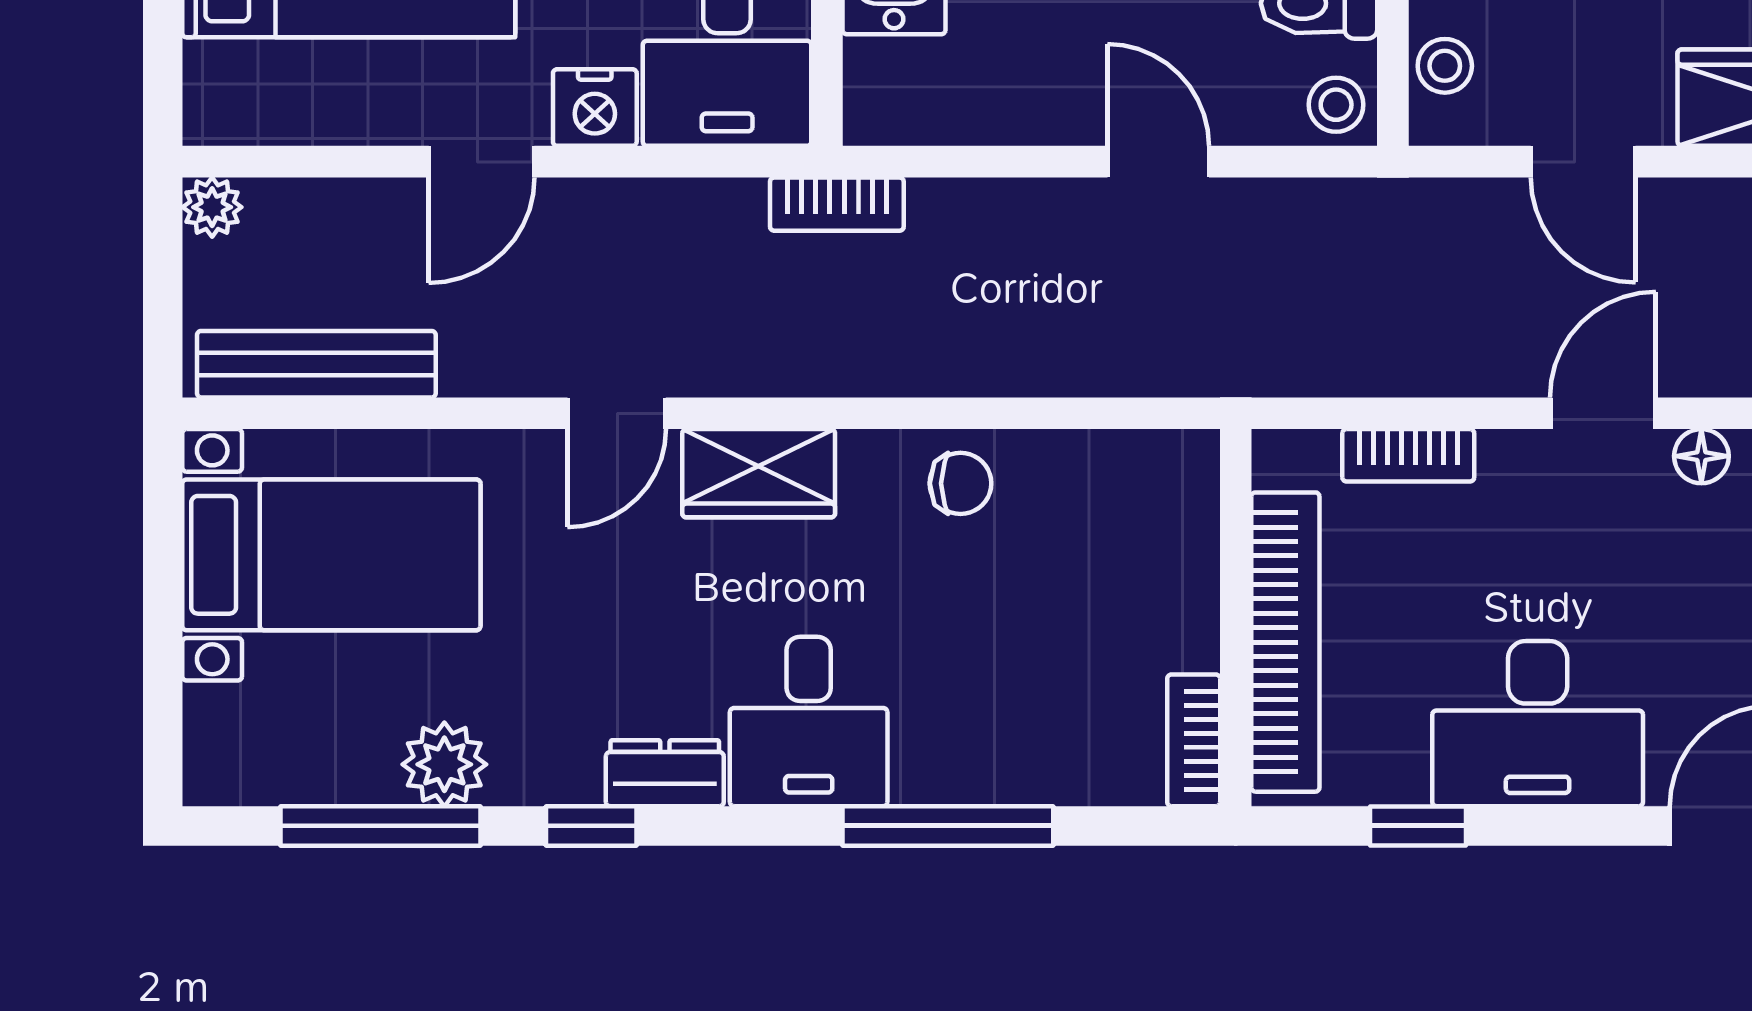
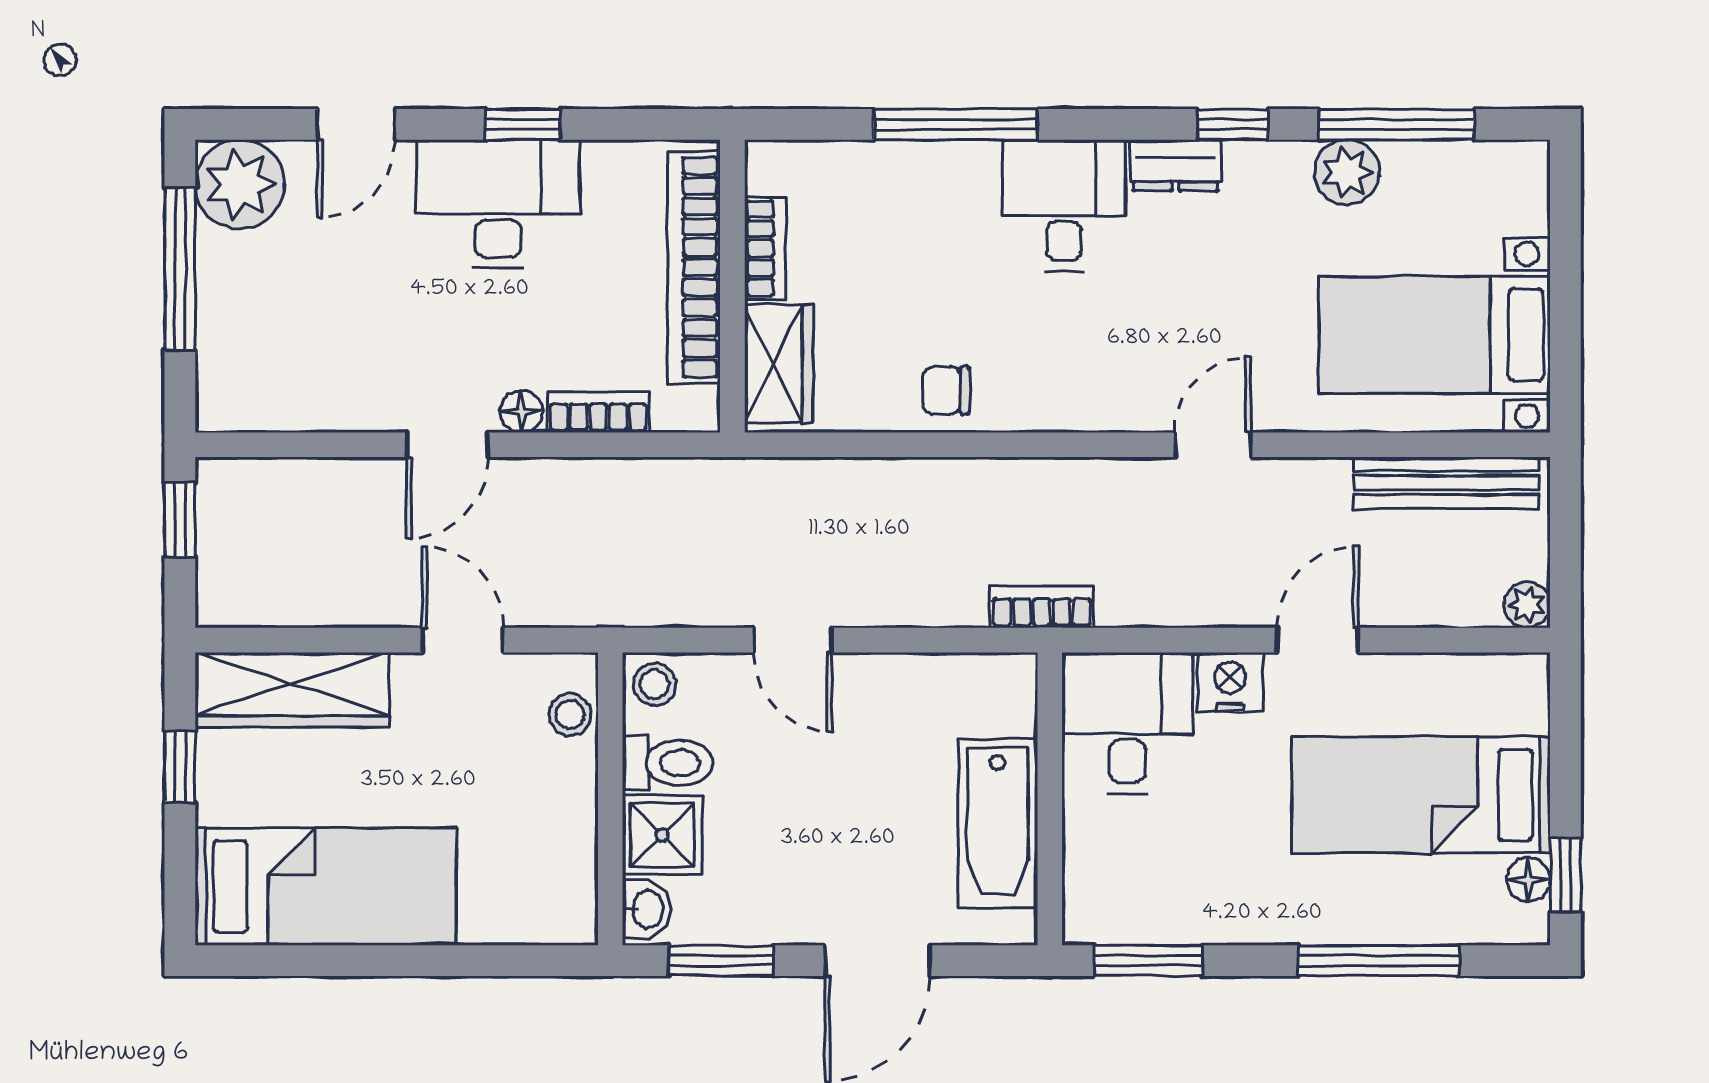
floor lamp: (1701, 456) -> (521, 411), moved
wardrobe: (759, 473) -> (779, 364), moved, turned 90
bookcase: (1194, 740) -> (765, 248), moved
window: (1418, 826) -> (523, 124), moved

